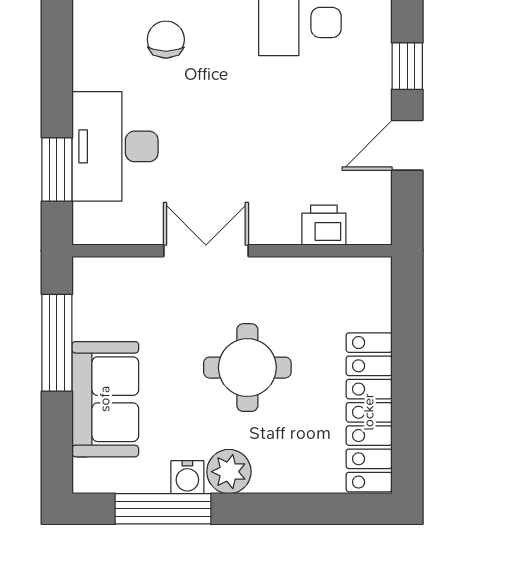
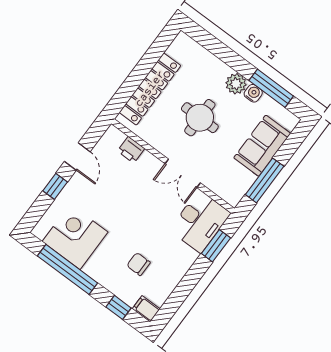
chair: (166, 40) -> (139, 264), turned 90
door: (407, 145) -> (77, 157), hinge flipped
desk: (115, 146) -> (200, 222), moved
locker: (369, 412) -> (150, 89), moved

